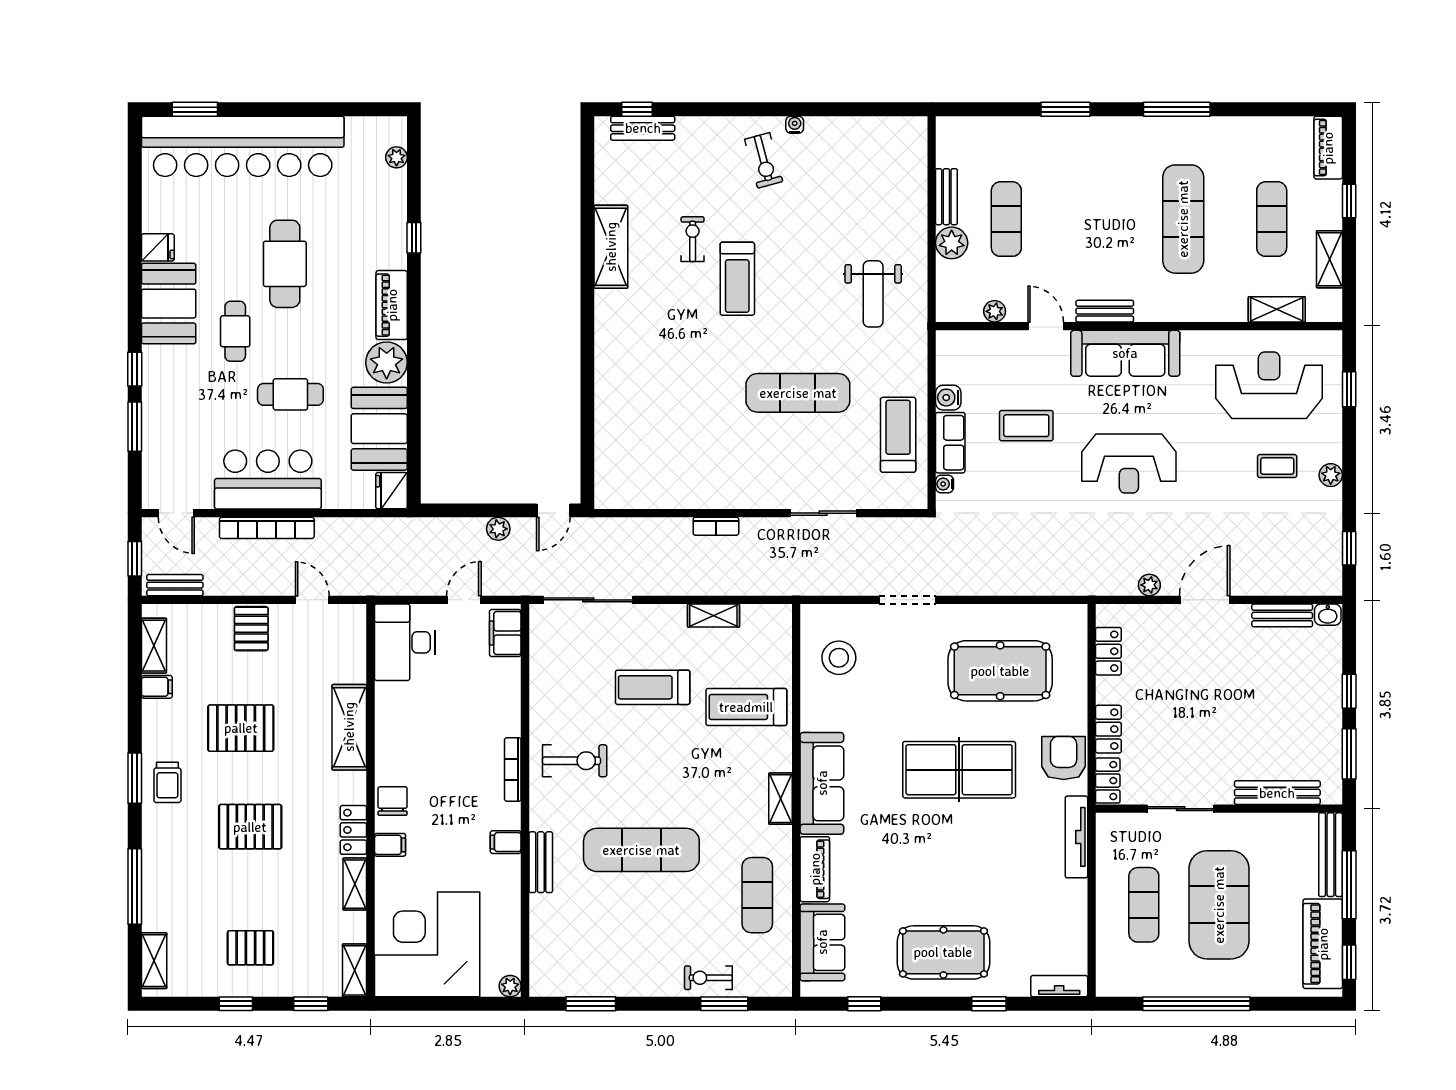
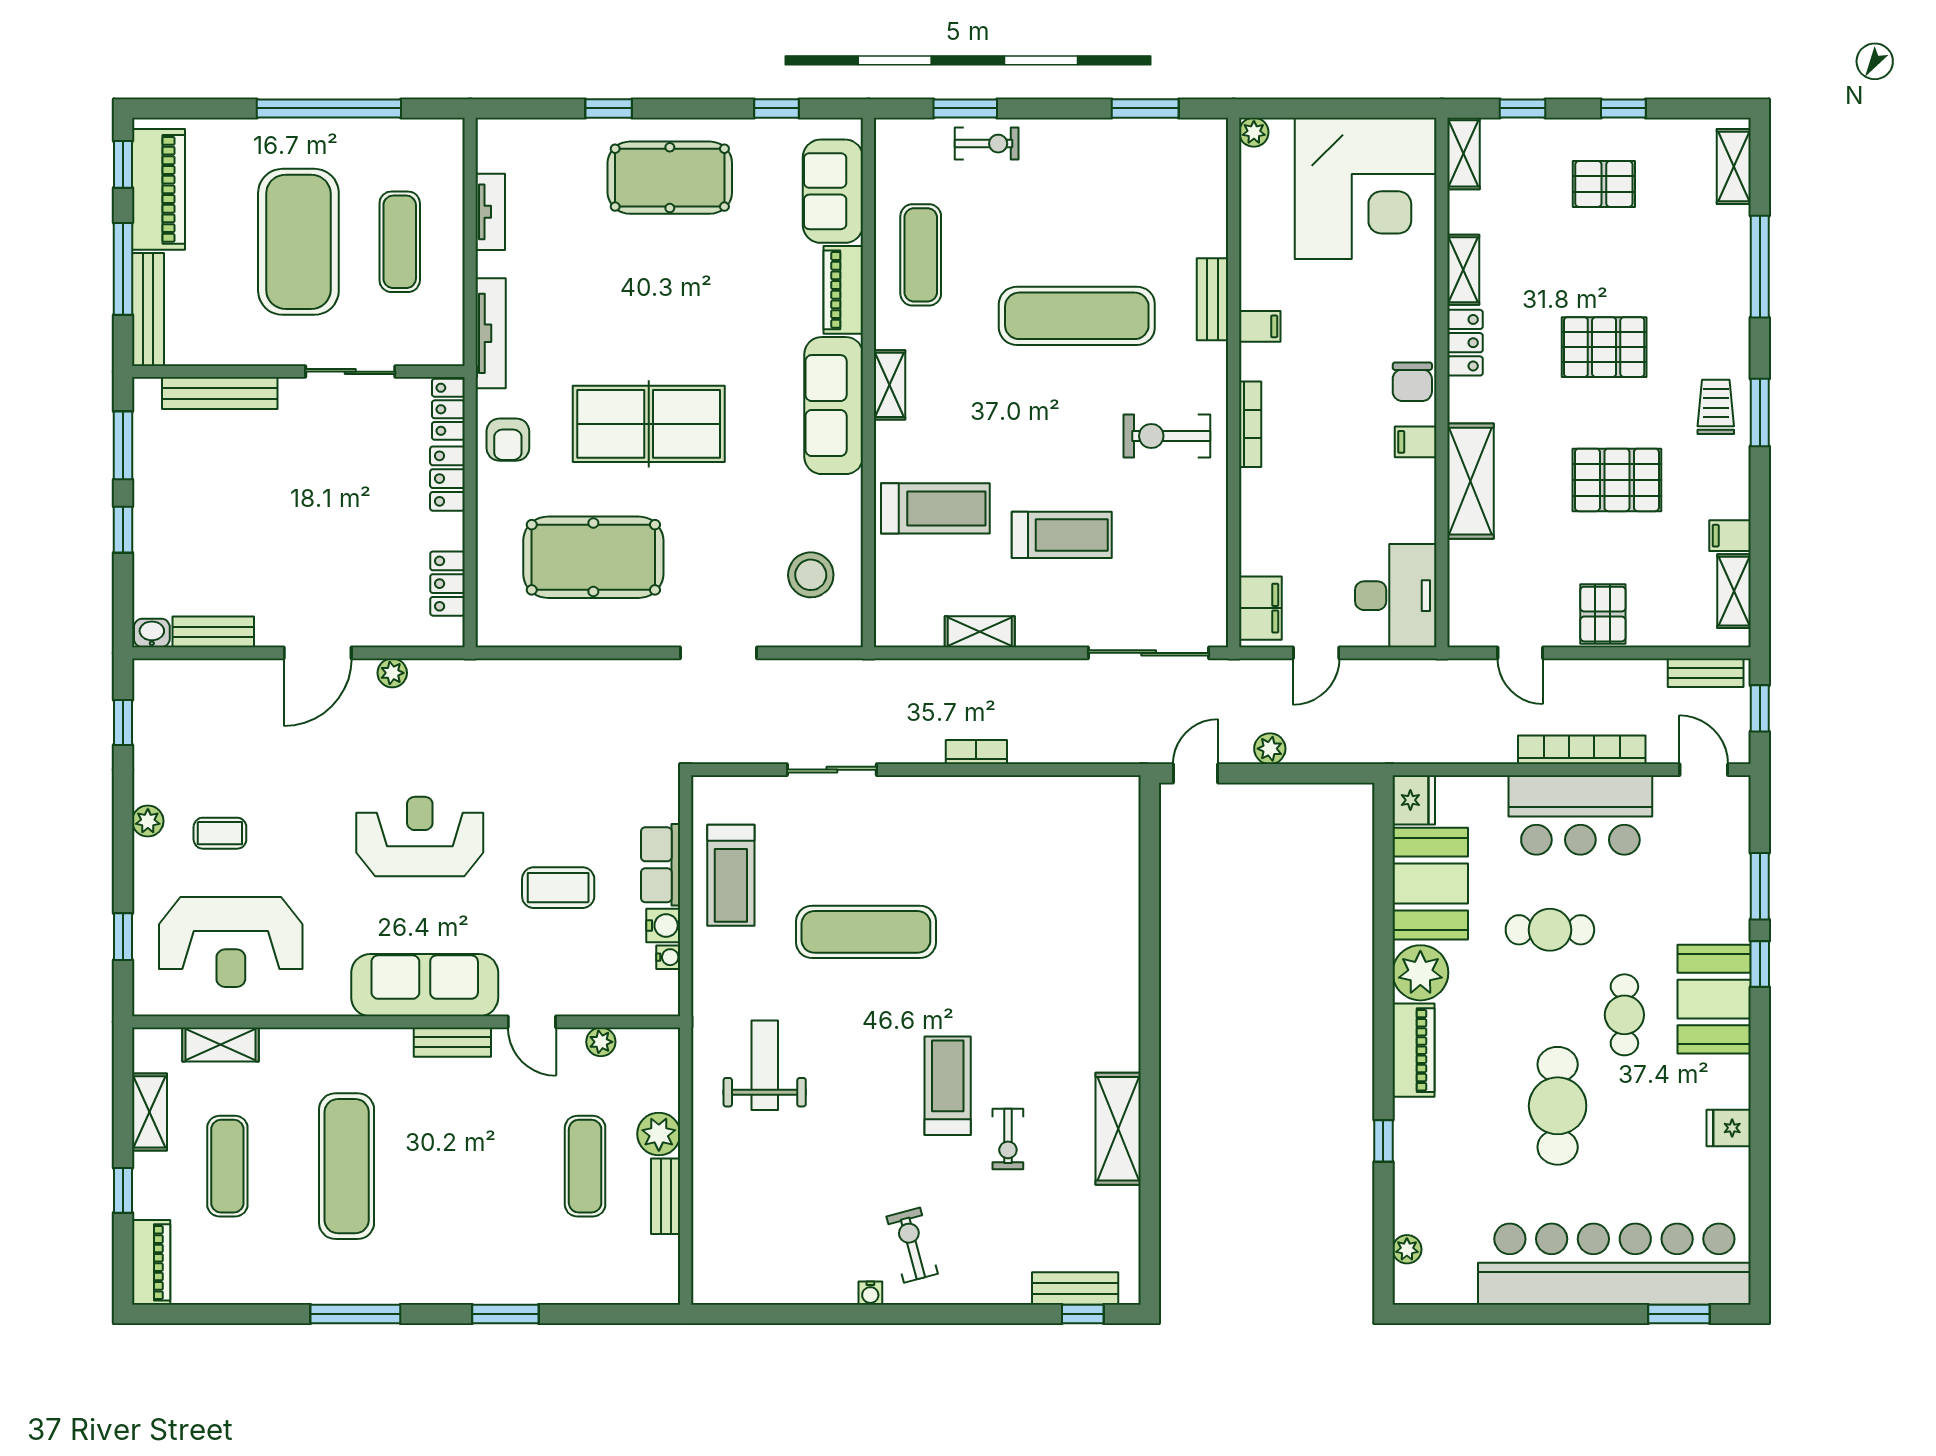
booth: (169, 304) -> (1714, 999), moved
water cooler: (945, 484) -> (668, 957), moved
armchair: (1064, 758) -> (508, 440), width x0.72, depth x0.72
filing cabinet: (390, 845) -> (1416, 442), moved
tv unit: (1059, 986) -> (490, 212), moved, turned -90

